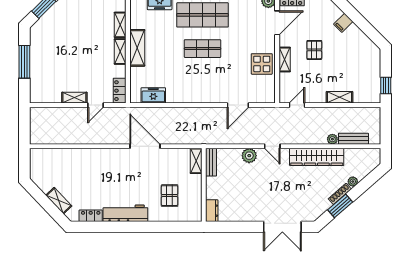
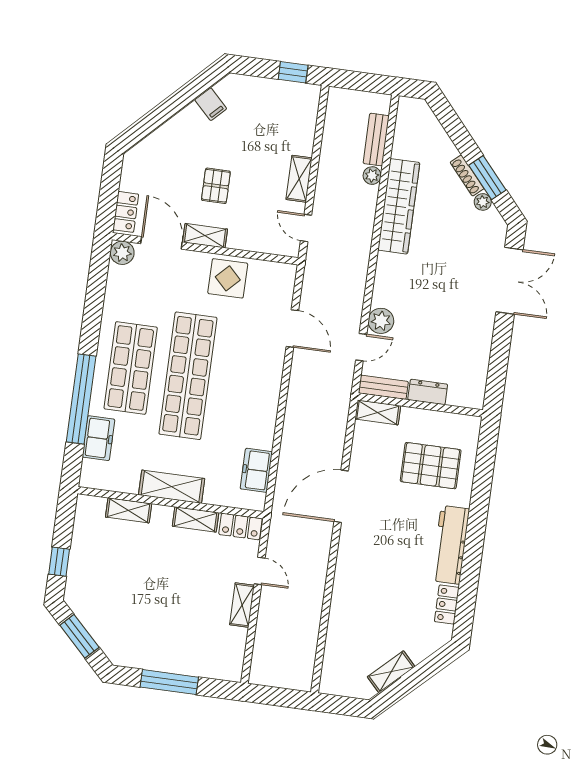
filing cabinet: (343, 23) -> (211, 104), moved
shop shelf: (203, 49) -> (188, 376), width x2.00, depth x1.36
pallet: (314, 50) -> (216, 186), turned 90
shelving: (120, 51) -> (196, 519), moved
shelving: (285, 60) -> (205, 236), moved
shelving: (340, 97) -> (299, 179), moved
door: (272, 146) -> (361, 347), moved
plant: (353, 182) -> (483, 202), moved
pallet: (170, 196) -> (431, 466), width x1.50, depth x1.42
shelving: (59, 201) -> (391, 672), moved
dresser: (212, 211) -> (428, 392), moved

